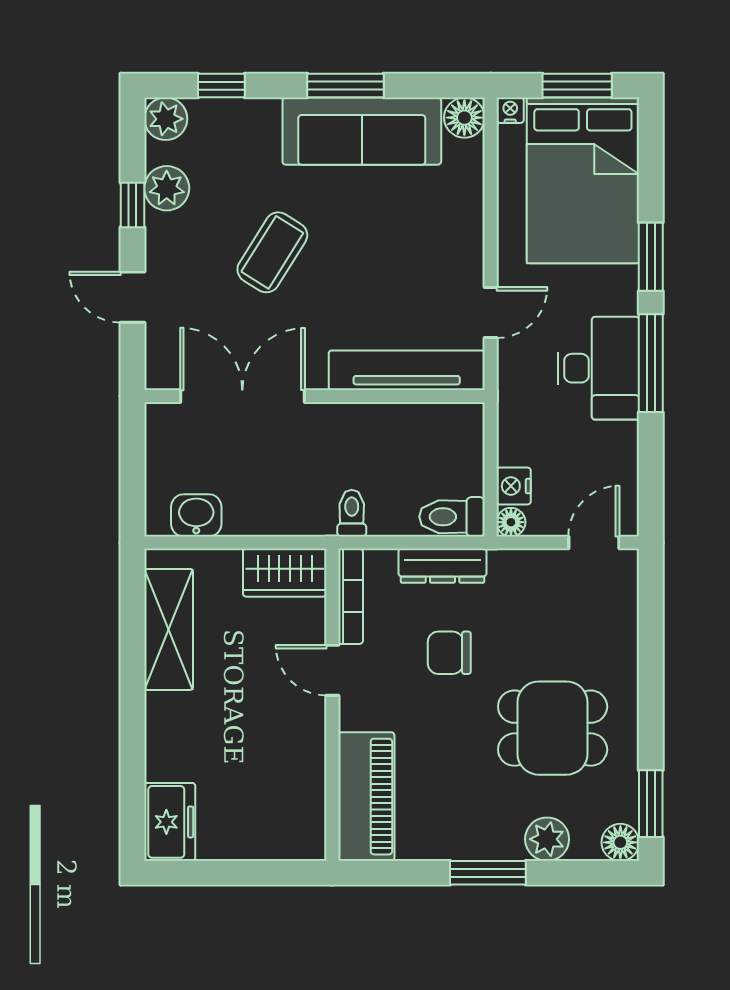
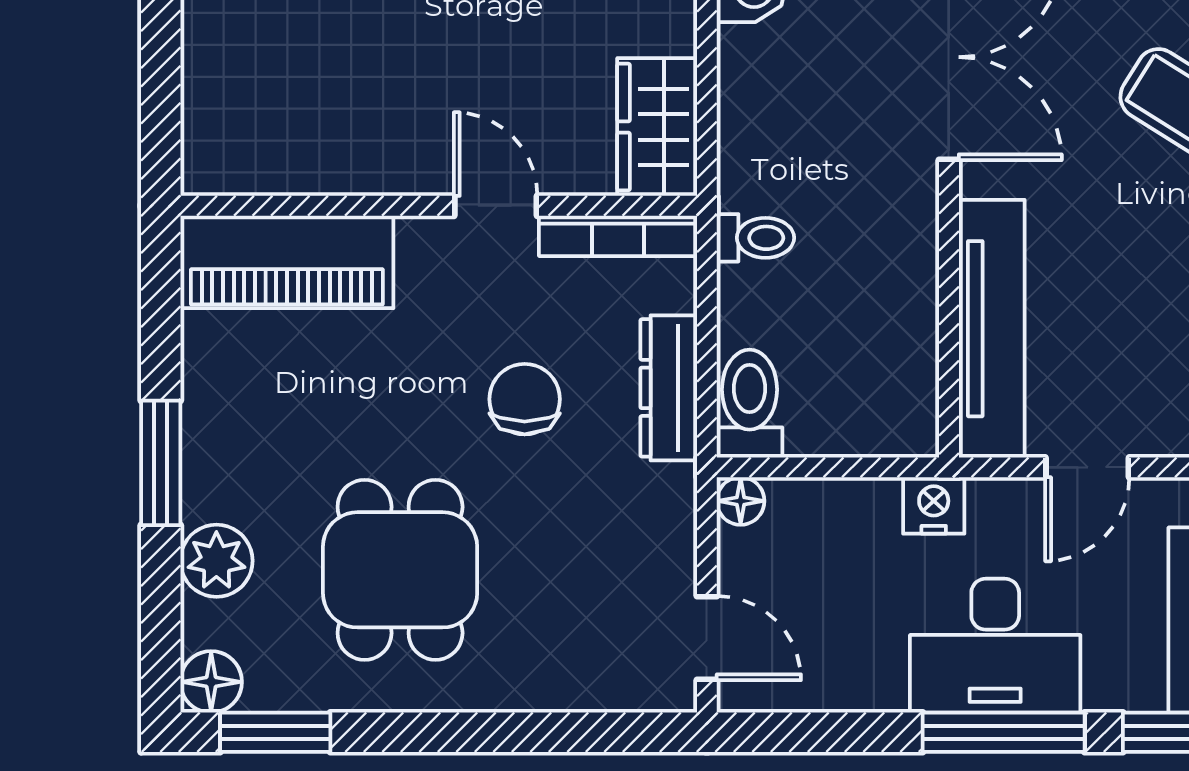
door: (491, 312) -> (1087, 467), hinge flipped
nightstand: (514, 486) -> (934, 505), moved
door: (332, 670) -> (496, 206), hinge flipped

